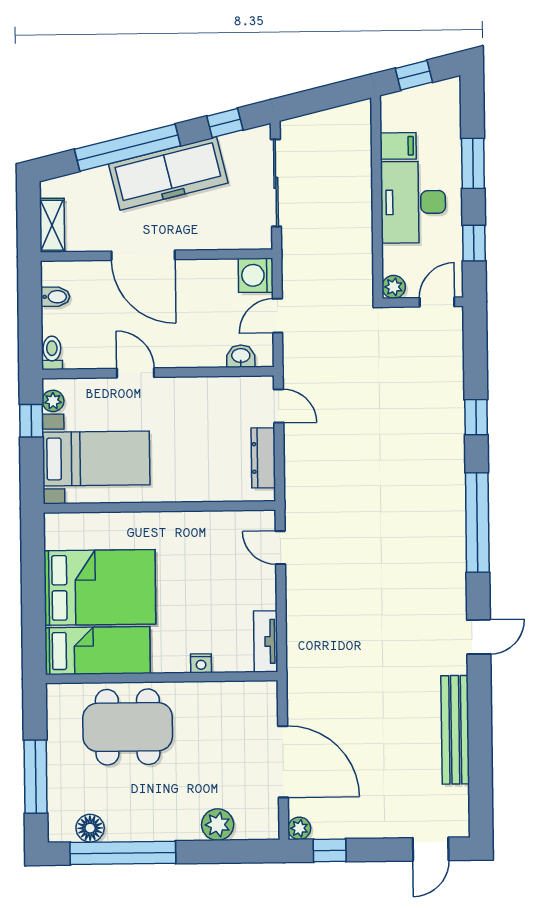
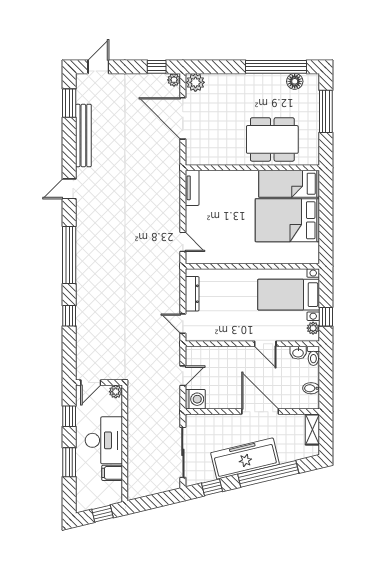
washbasin: (241, 356) -> (298, 353), moved
nightstand: (201, 663) -> (230, 176), removed
window: (481, 786) -> (69, 103), added
plant: (218, 825) -> (195, 82), moved

